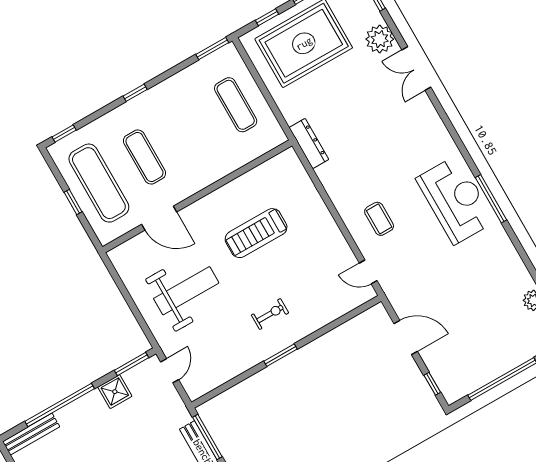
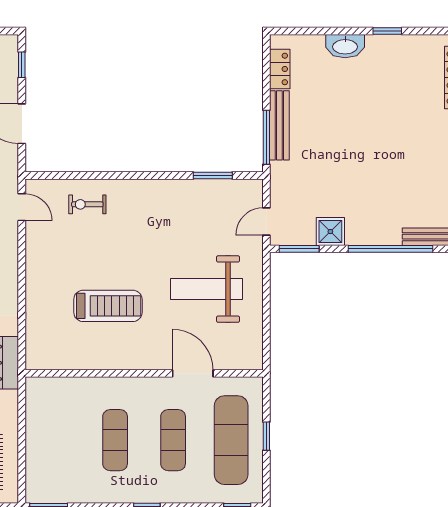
exercise mat: (236, 105) -> (115, 440), moved
exercise bike: (270, 314) -> (87, 204), moved
window: (280, 355) -> (213, 176), moved

